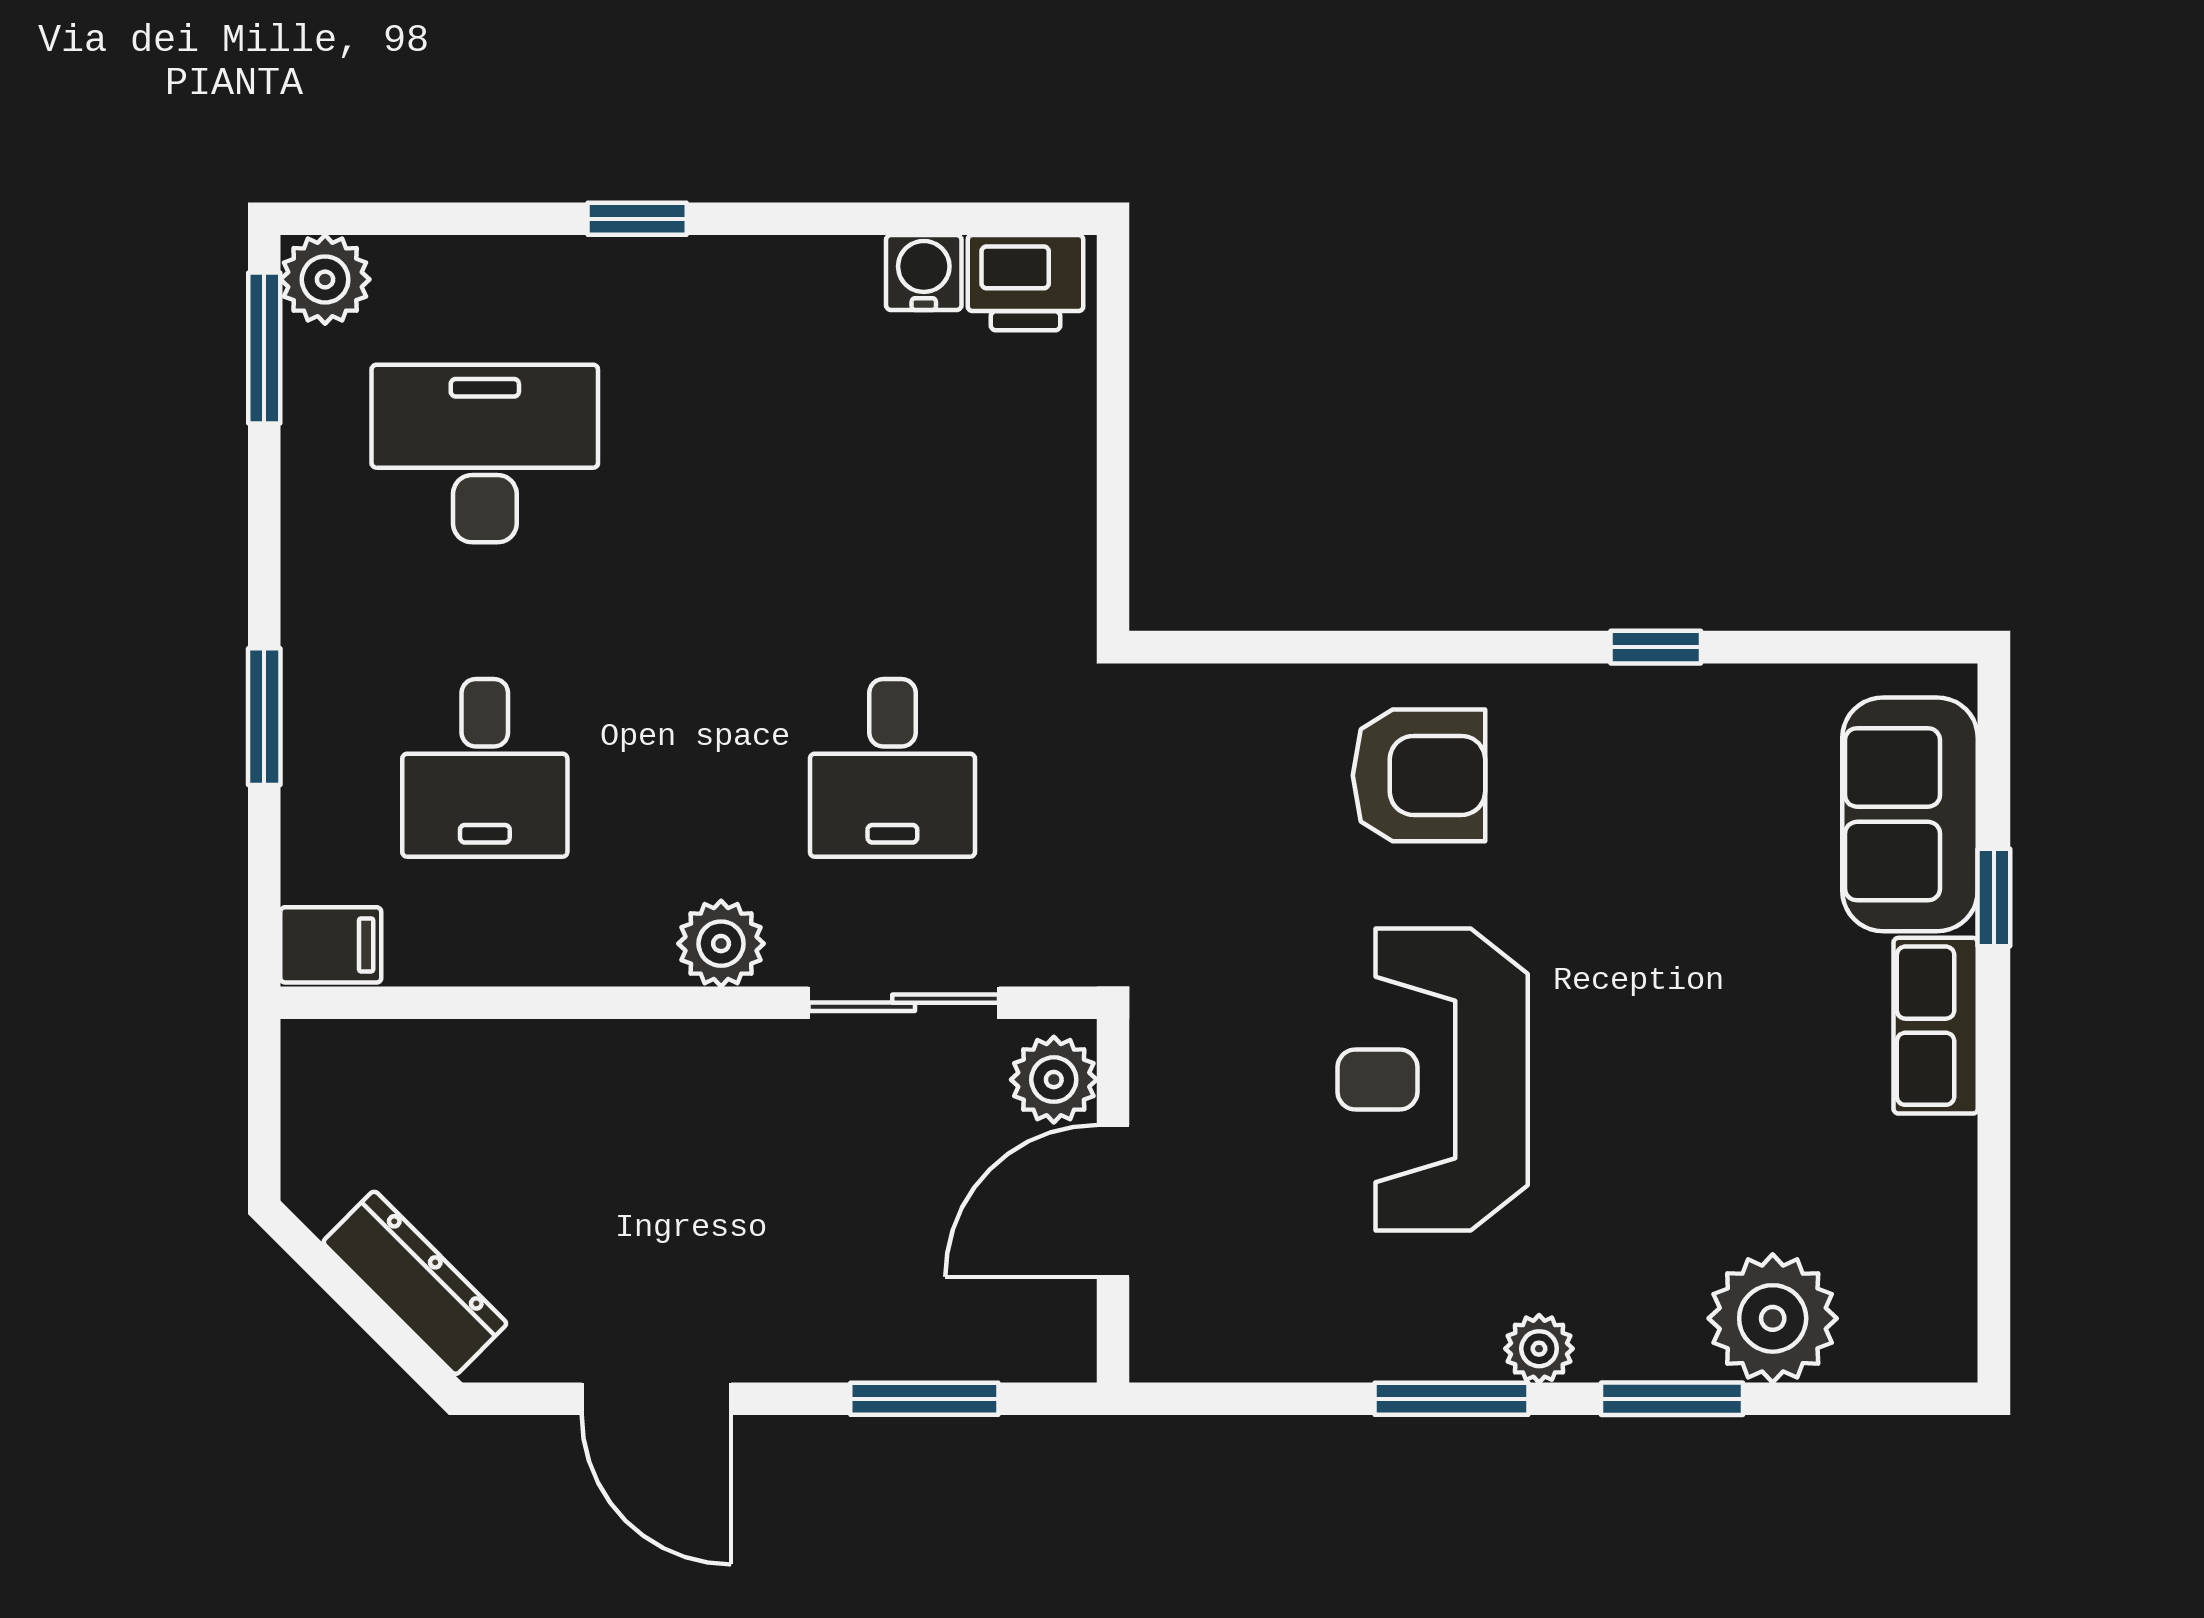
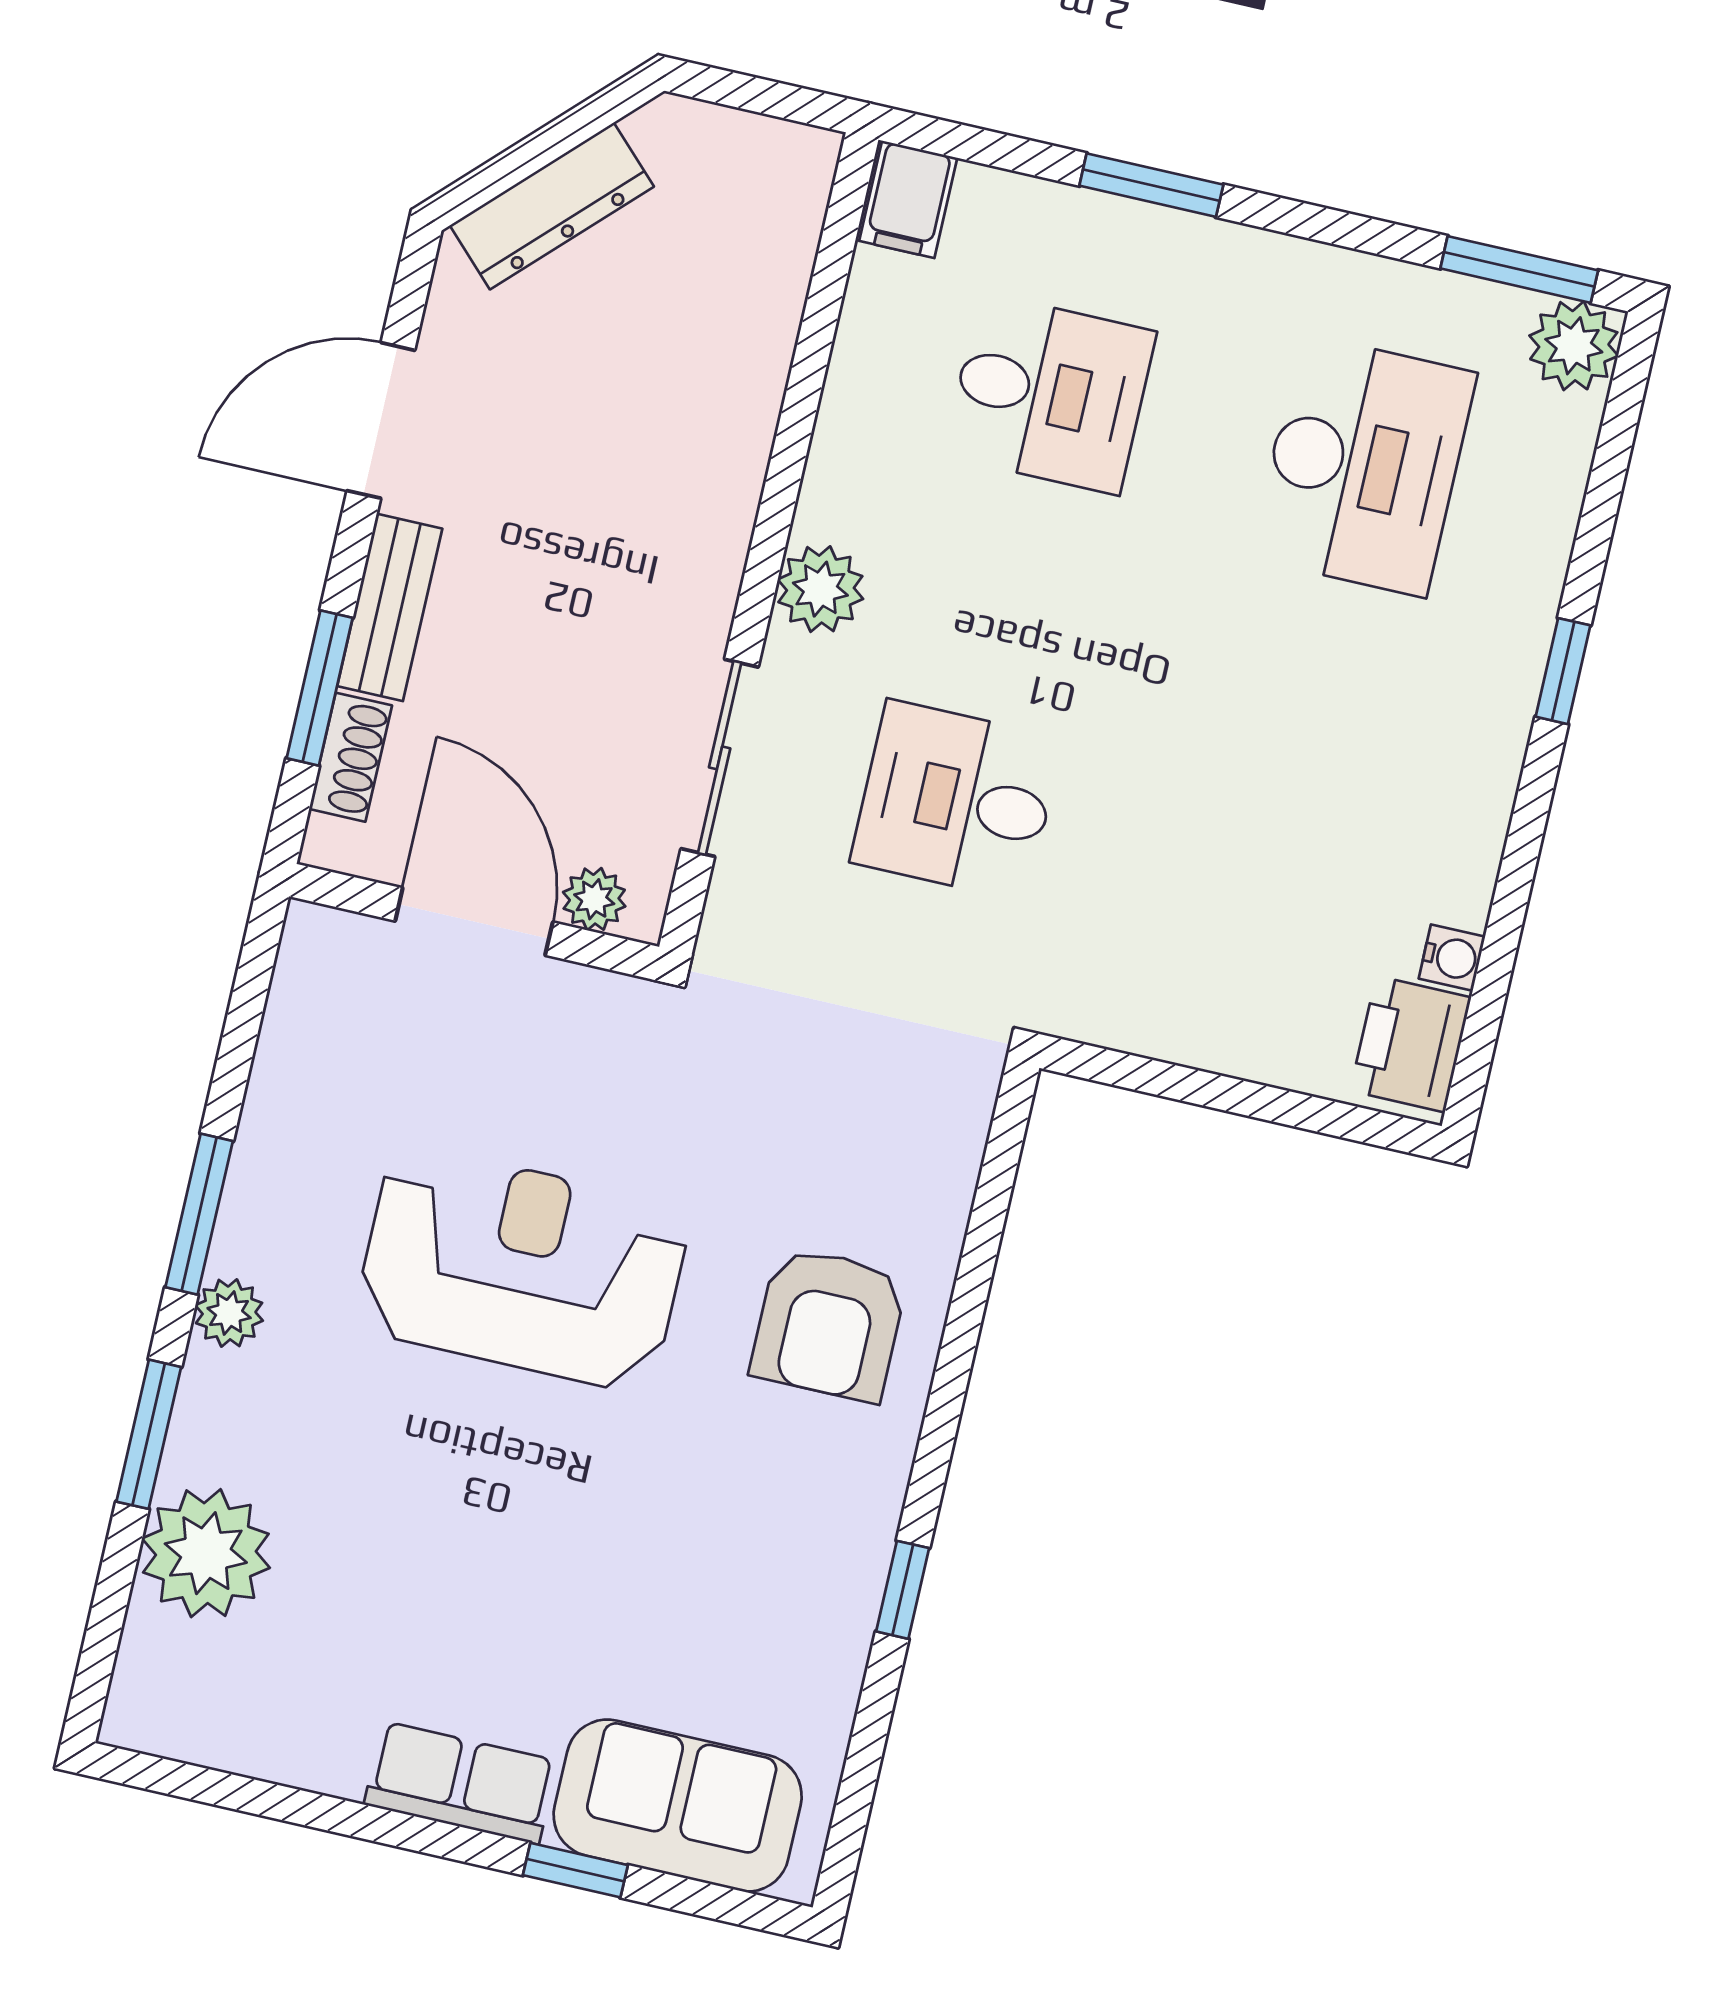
water cooler: (924, 272) -> (1452, 958), width x0.72, depth x0.72
desk: (485, 768) -> (1050, 394), turned 180
plant: (1054, 1080) -> (594, 899), width x0.73, depth x0.73
bench: (832, 1350) -> (390, 607), added
shoe rack: (983, 1354) -> (350, 757), added

